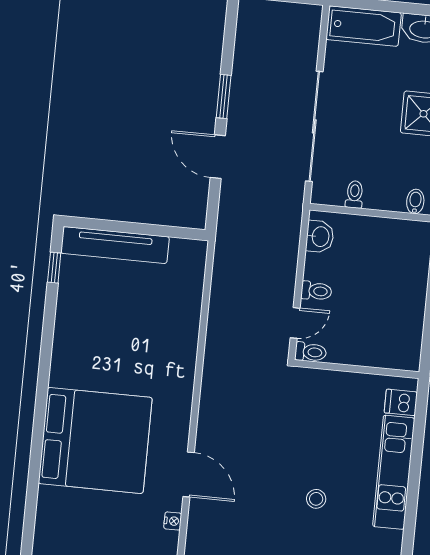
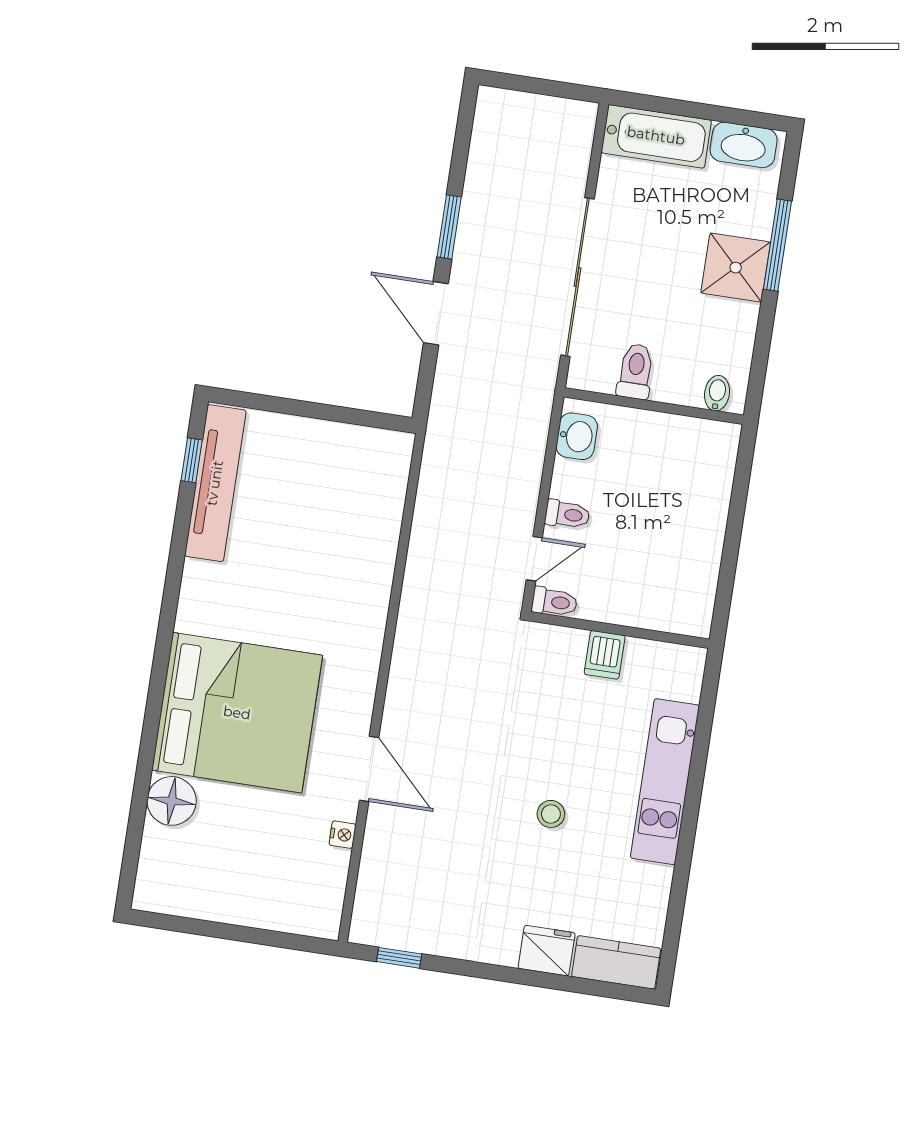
toilet: (354, 194) -> (635, 371), width x1.37, depth x1.39
tv unit: (115, 245) -> (215, 483), moved, turned -90
dishwasher: (401, 402) -> (605, 655), moved, turned -90
floor lamp: (53, 504) -> (172, 801), added

